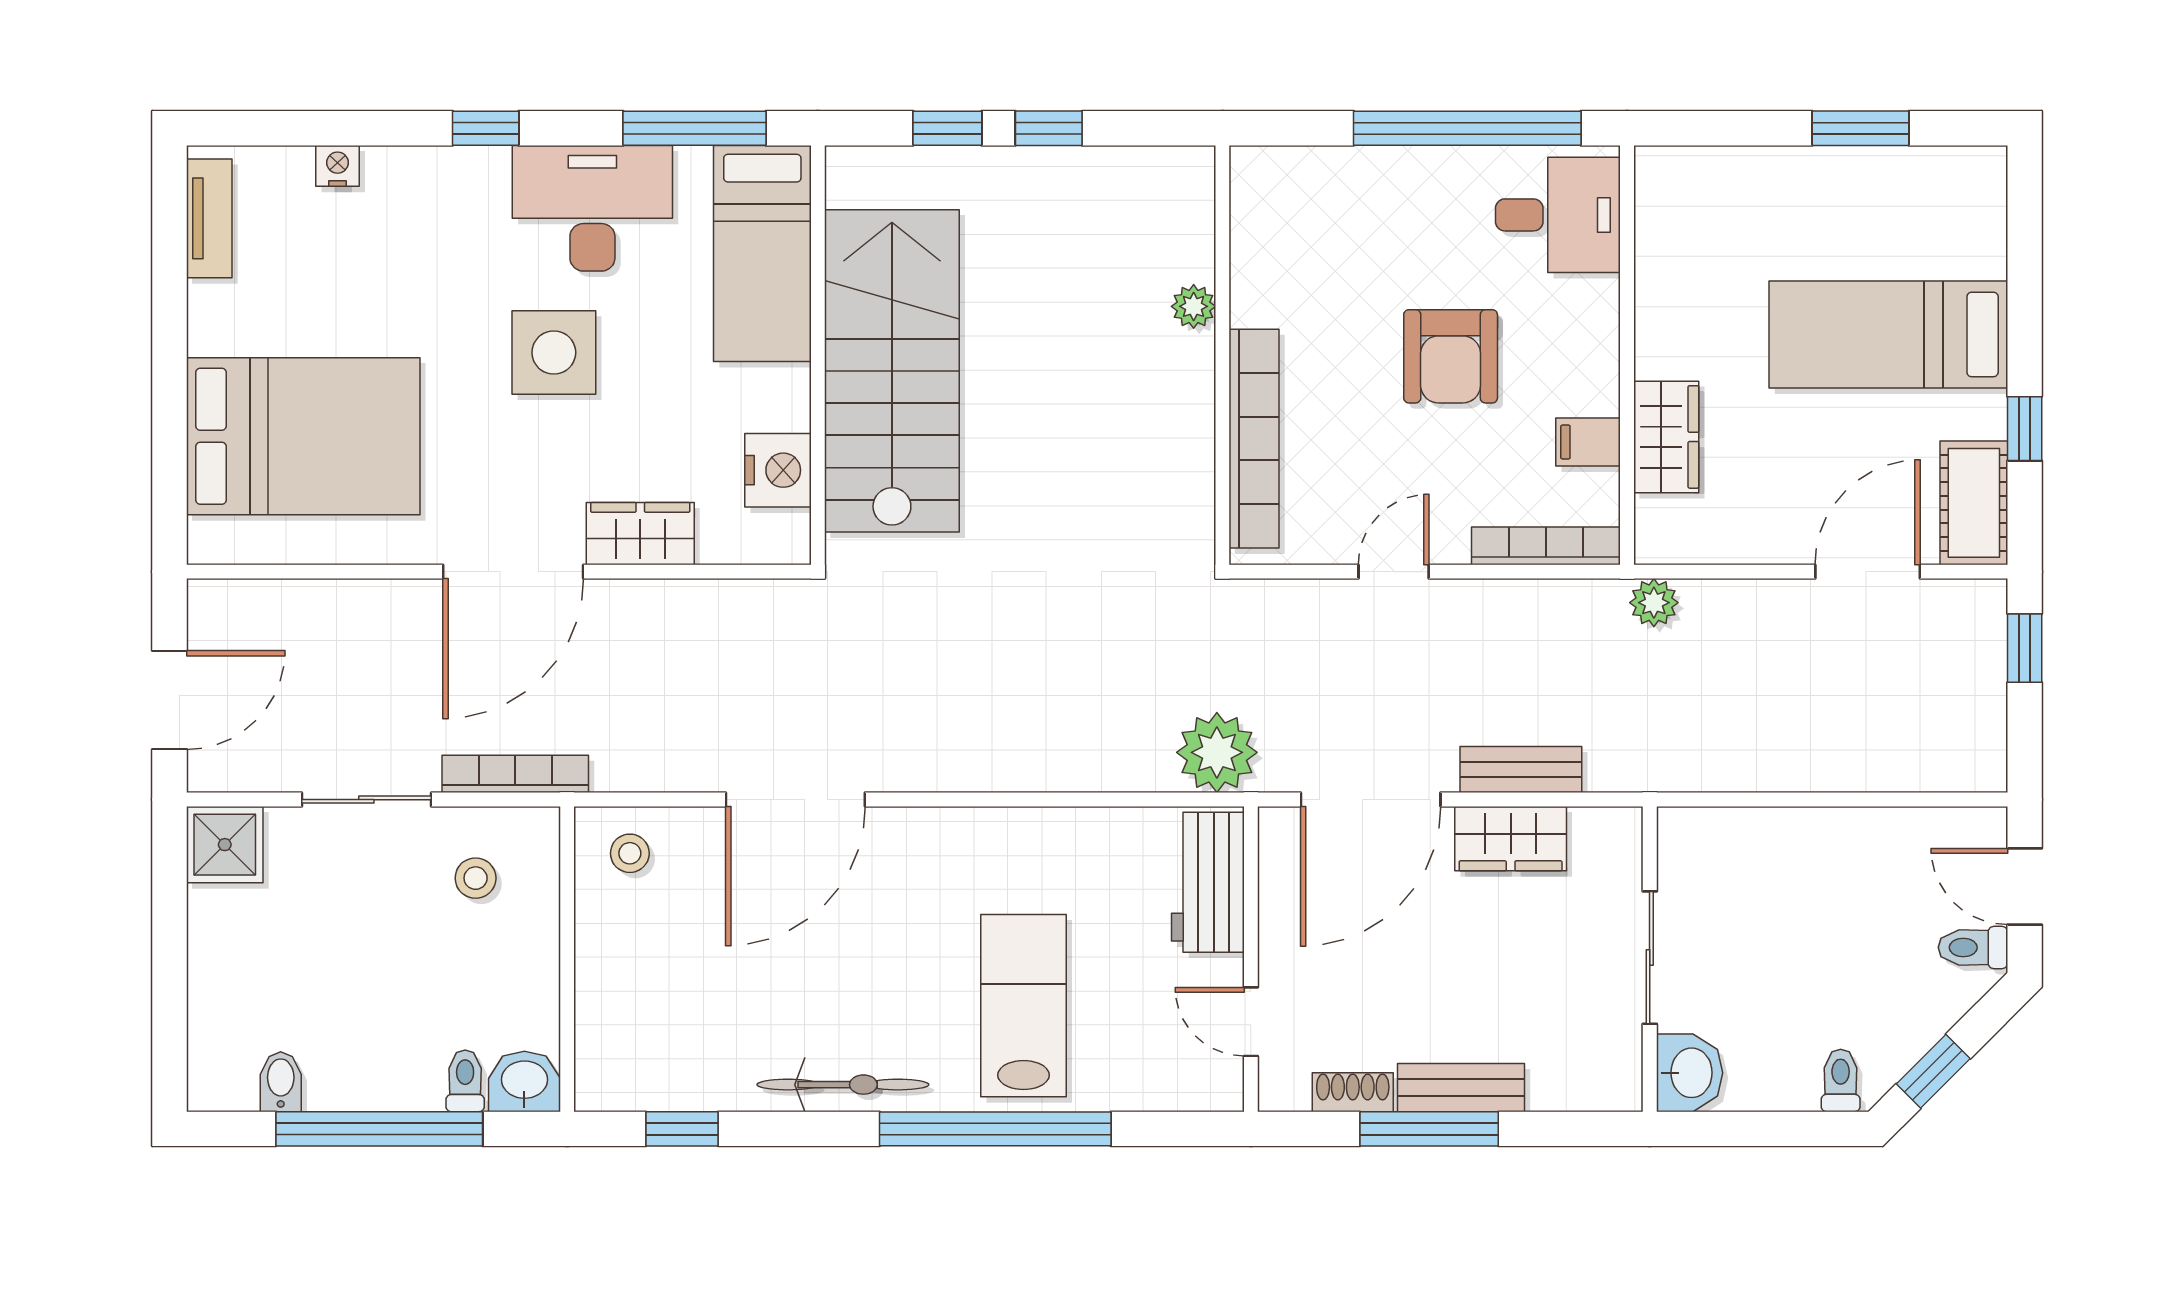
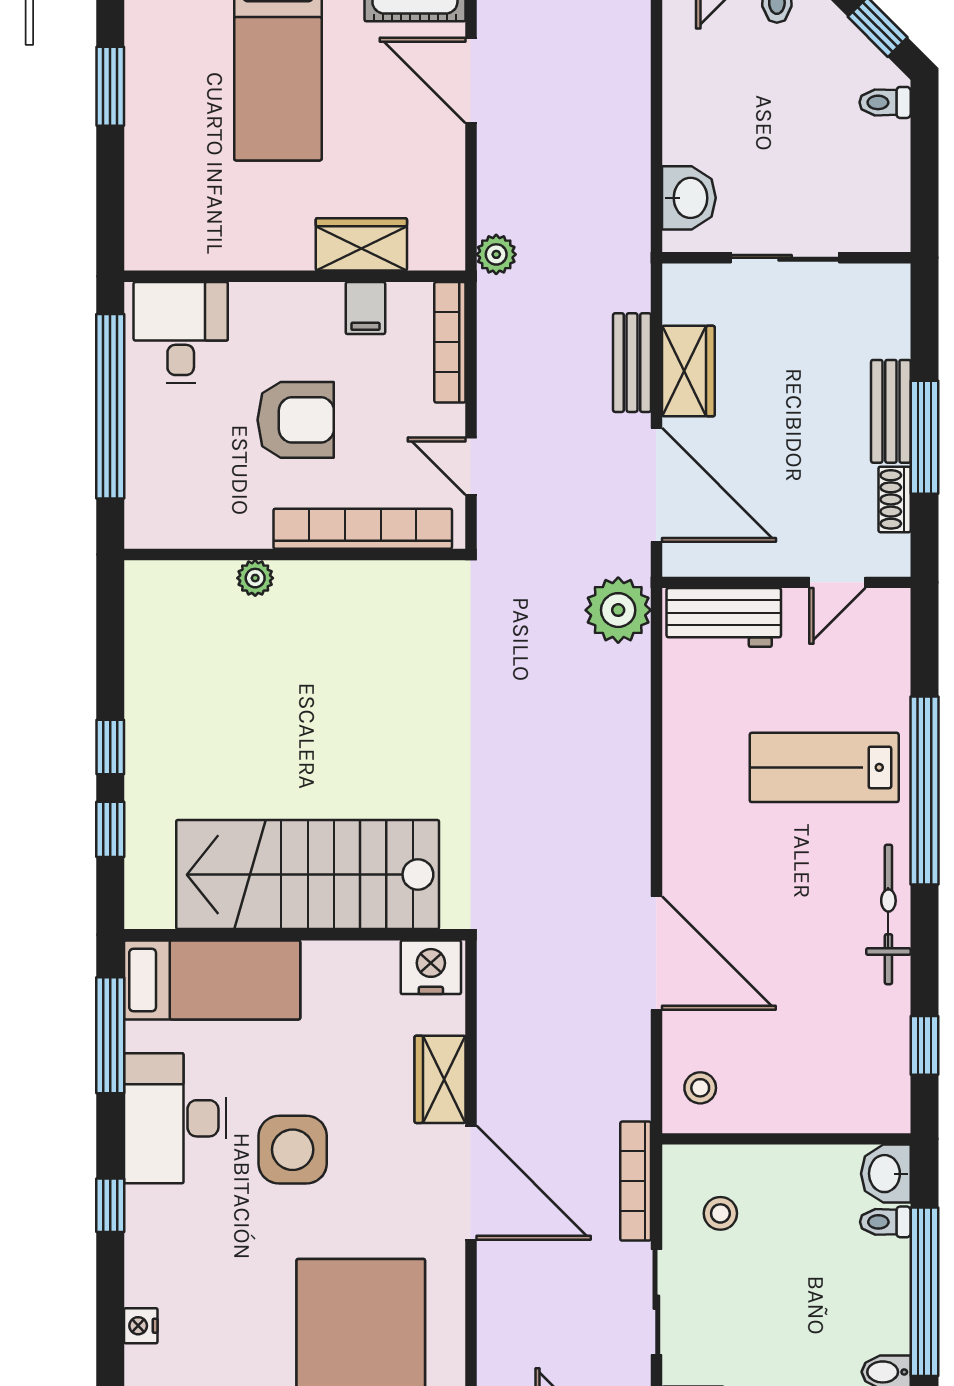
plant: (1194, 306) -> (255, 578), moved
wall: (1222, 355) -> (295, 555), moved
bookcase: (1254, 439) -> (363, 529), moved
nightstand: (778, 470) -> (431, 967), moved
washbasin: (1690, 1073) -> (689, 198), moved, turned 90

